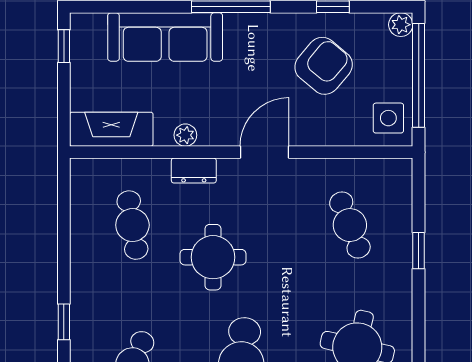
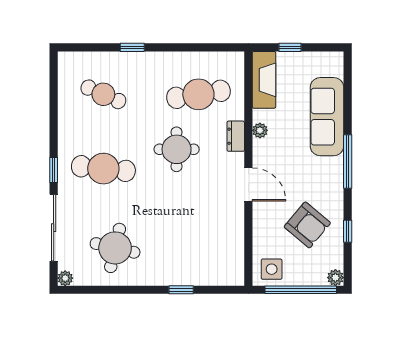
window: (64, 46) -> (290, 47), moved
cafe table: (132, 225) -> (198, 94), width x1.37, depth x1.35
cafe table: (350, 225) -> (198, 243), removed

